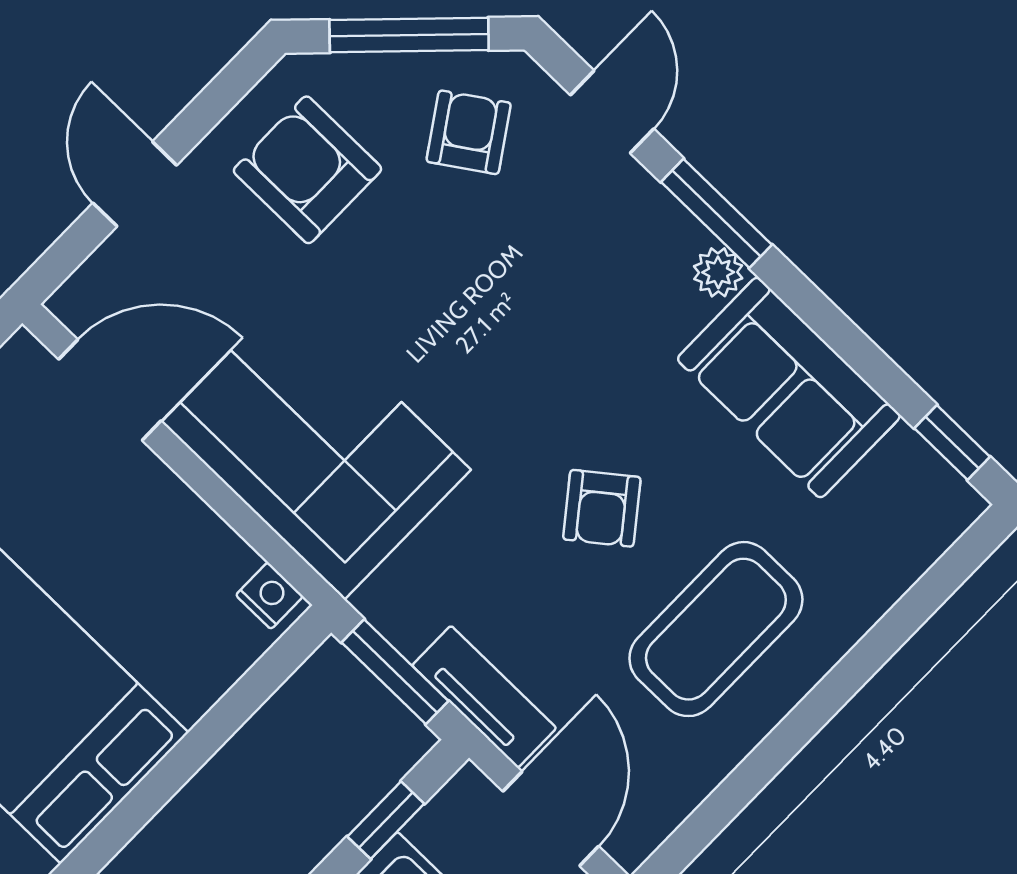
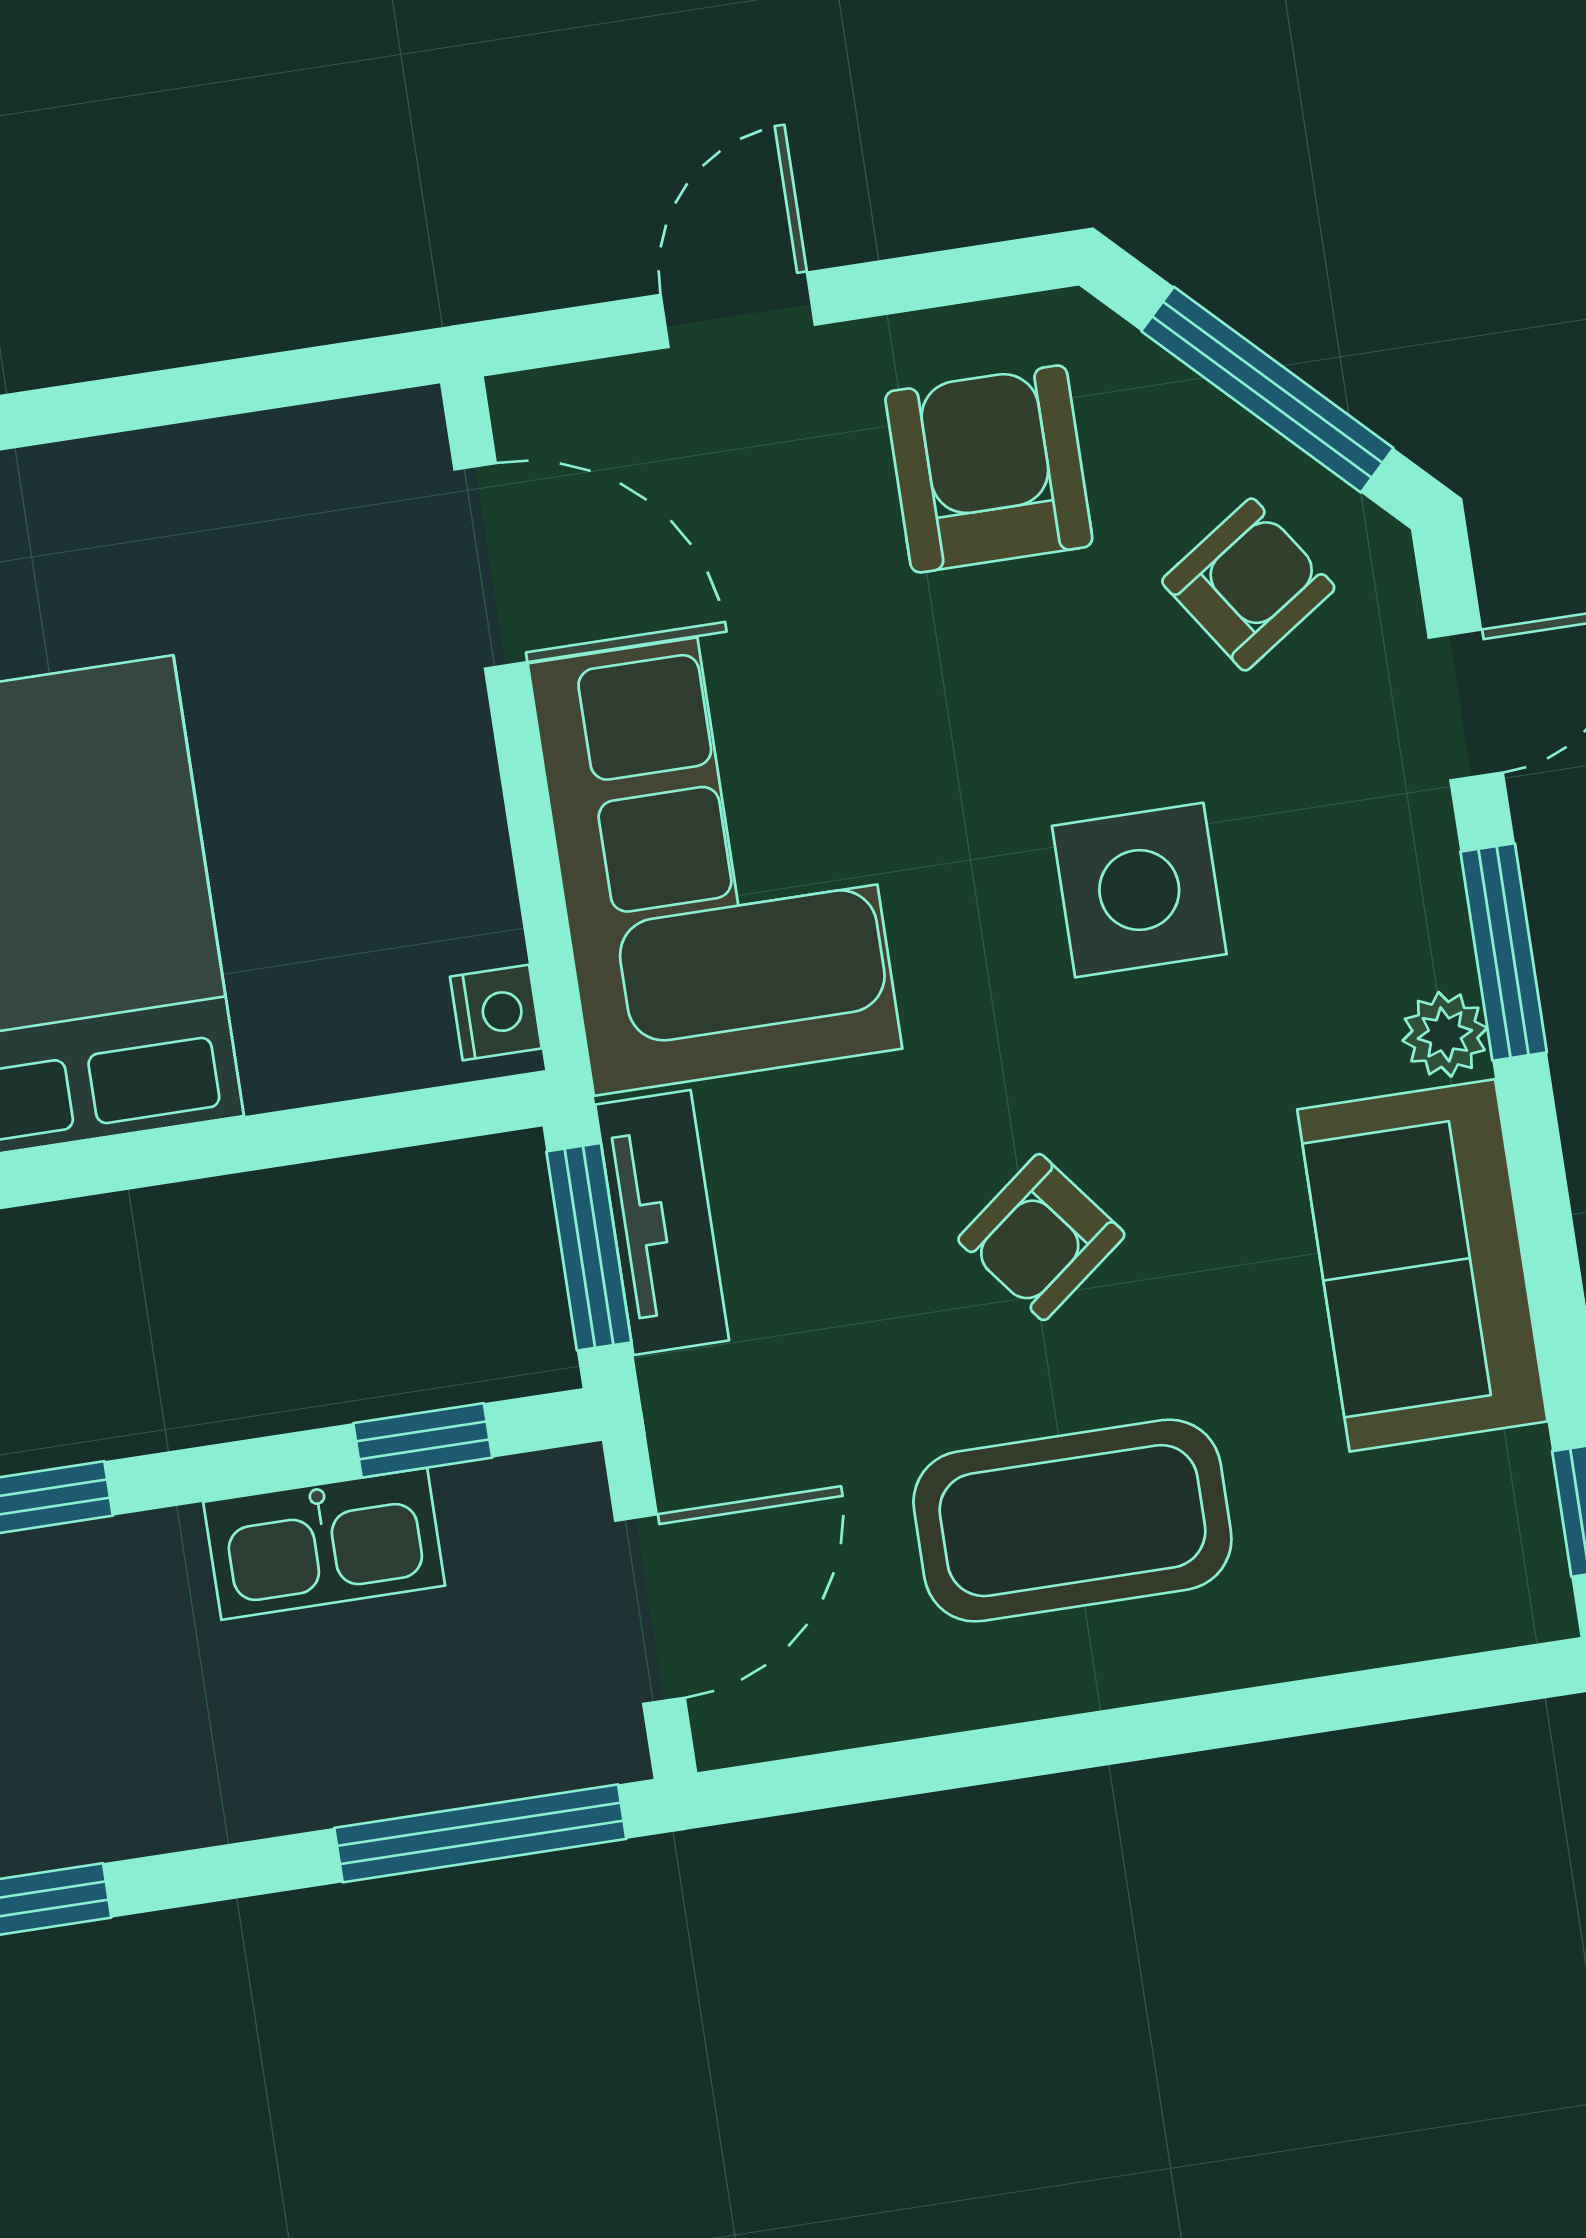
side table: (525, 313) -> (1139, 890), added
tv unit: (484, 697) -> (662, 1222), moved

